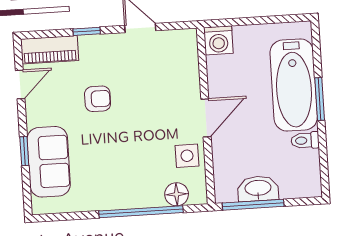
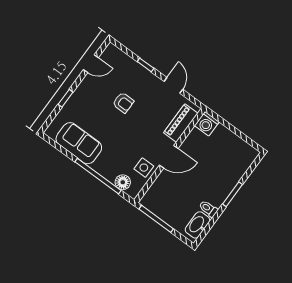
piano: (50, 50) -> (181, 123), moved, turned 90
bathtub: (294, 85) -> (226, 177), removed
sofa: (49, 162) -> (79, 143), moved, turned -90
washbasin: (258, 189) -> (197, 225), moved, turned -90

